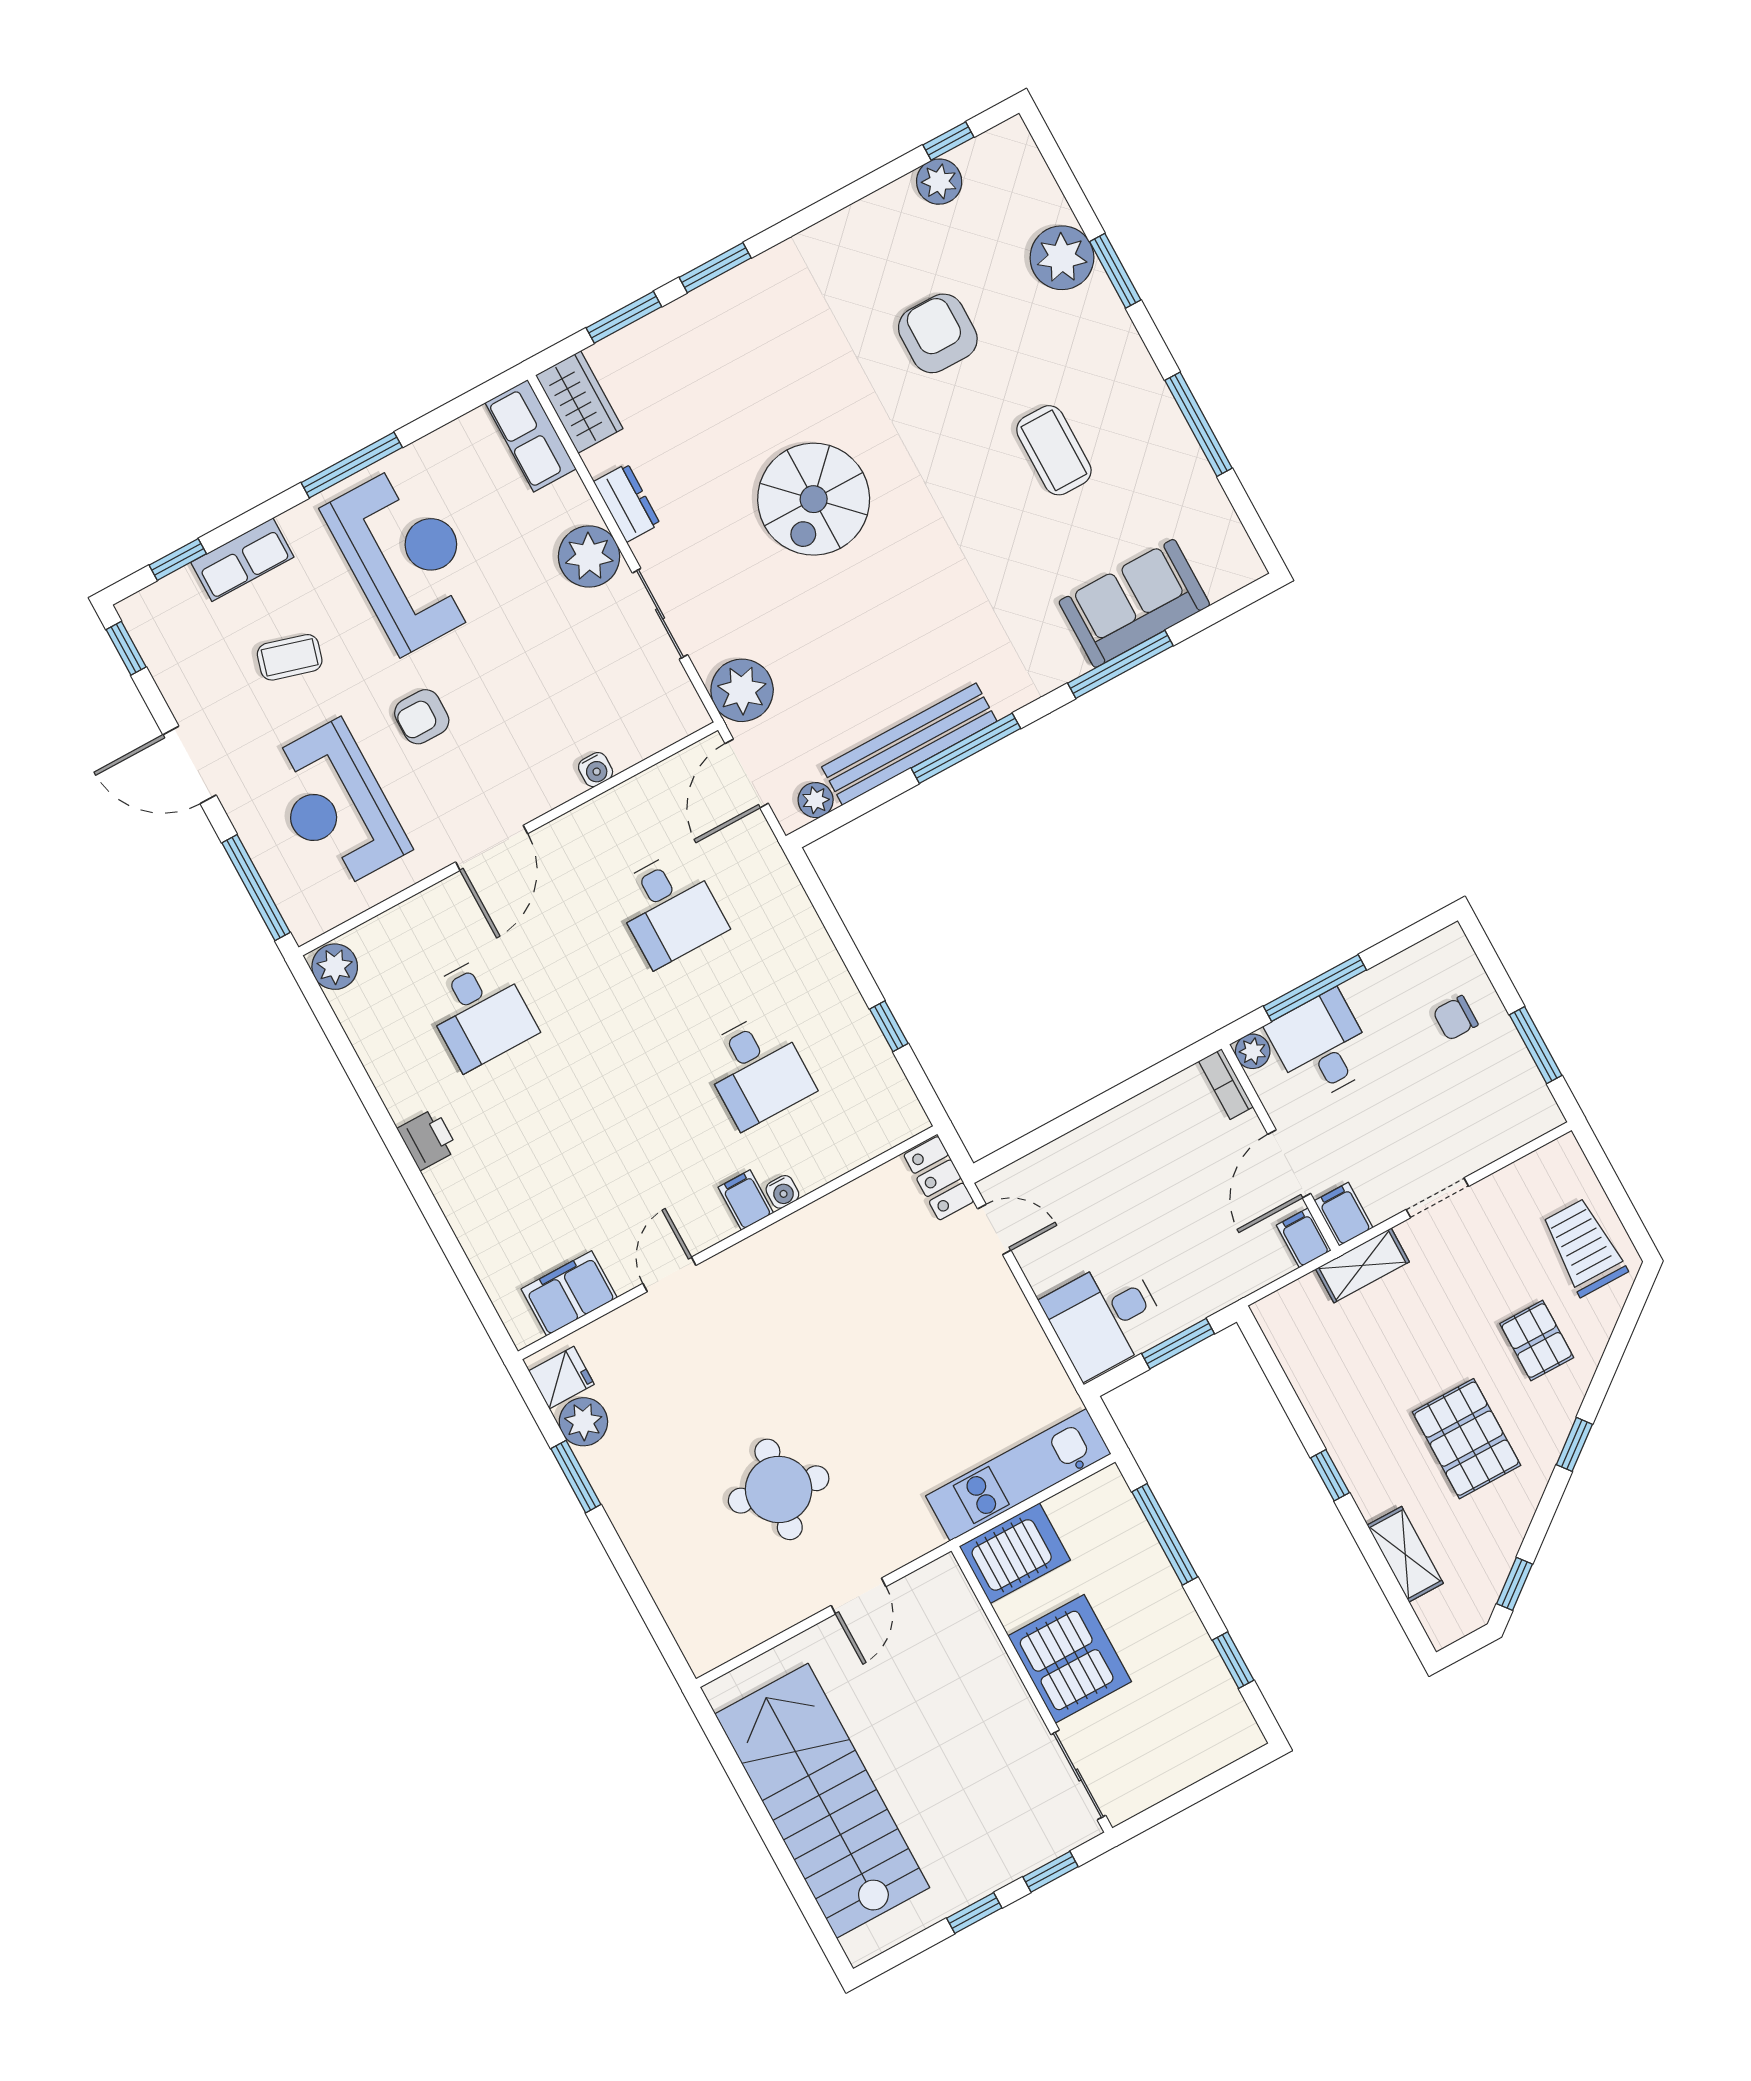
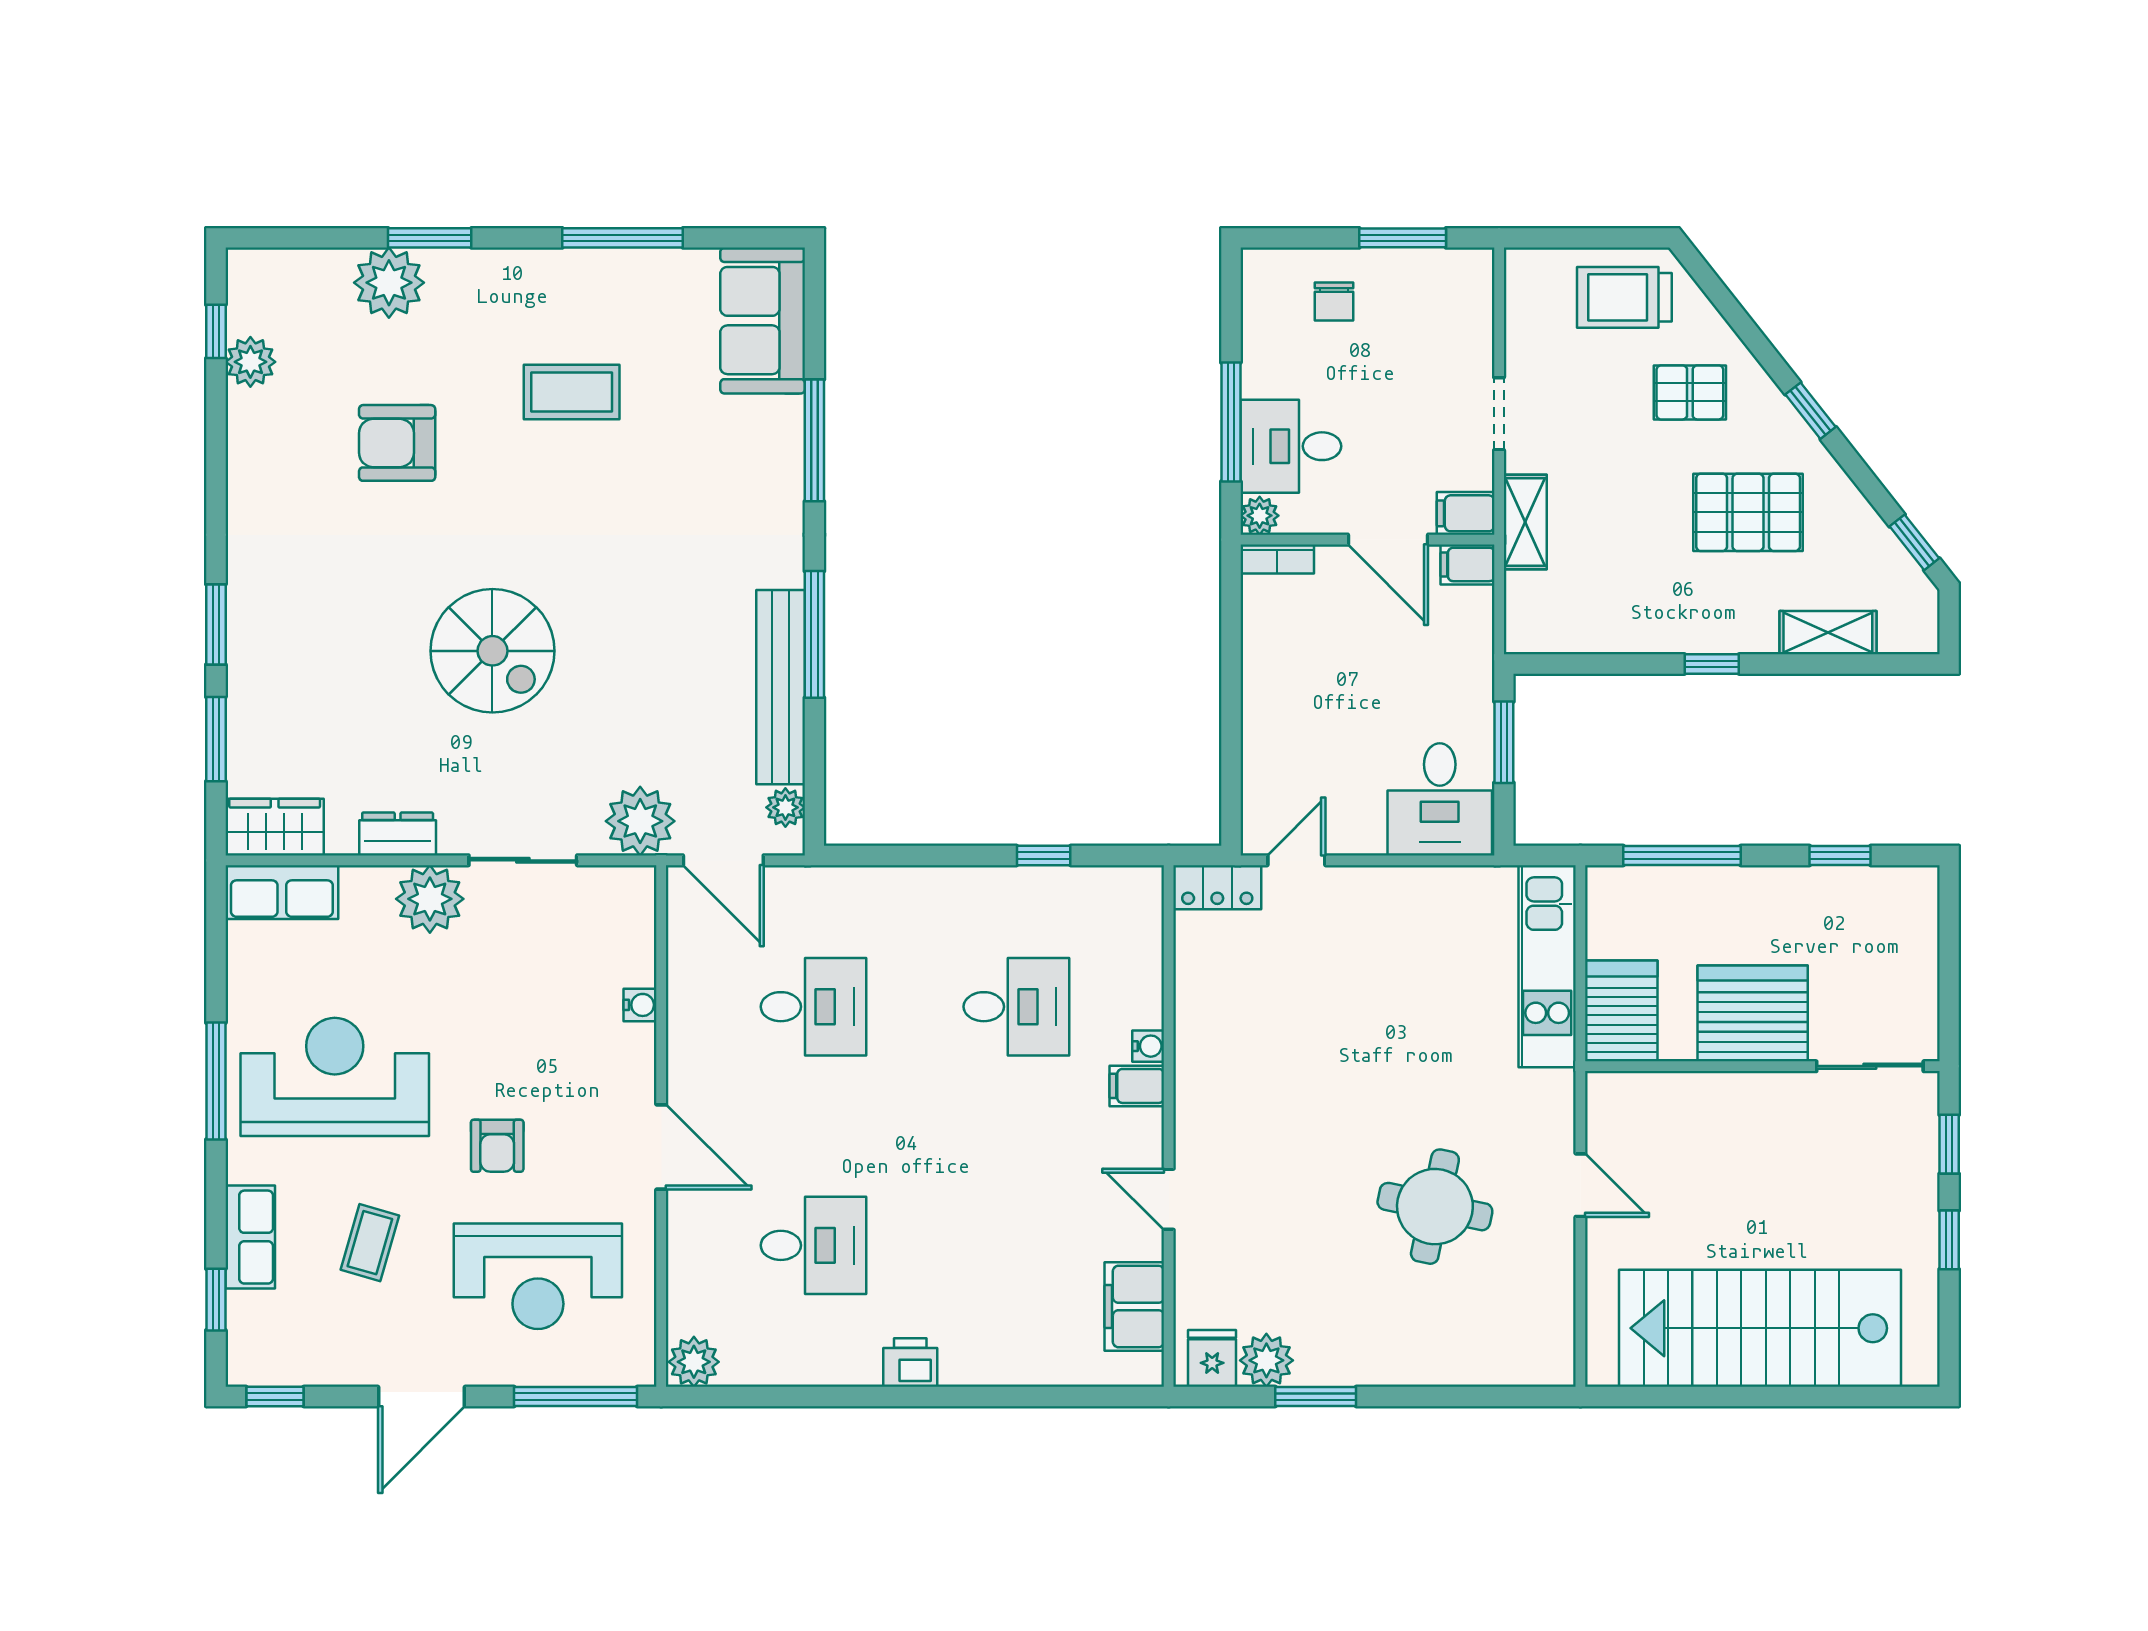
sofa: (1134, 603) -> (763, 321), moved

